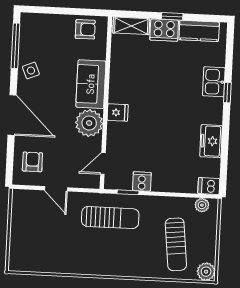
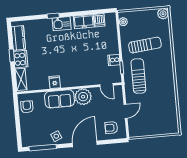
kitchen sink: (214, 82) -> (62, 24), moved
fridge: (118, 112) -> (55, 82), moved
dishwasher: (209, 186) -> (99, 20), moved
sun lounger: (176, 244) -> (145, 45), moved

